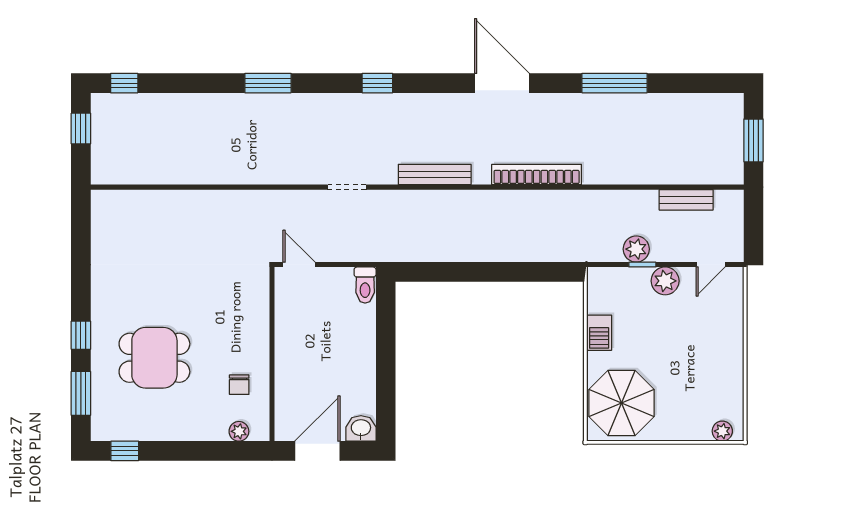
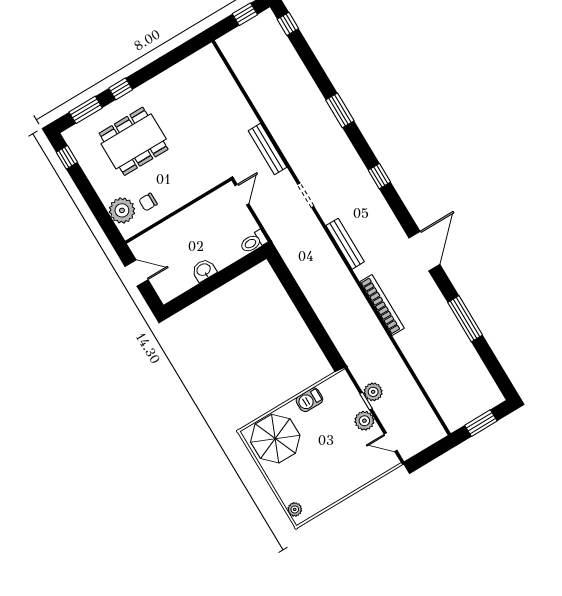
bench: (686, 200) -> (267, 149), moved, width x1.36
dining table: (154, 358) -> (134, 141), width x1.38
washbasin: (361, 428) -> (204, 270), moved, turned -90
plant: (239, 431) -> (122, 210), width x1.87, depth x1.87
door: (317, 451) -> (136, 273), width x0.73

